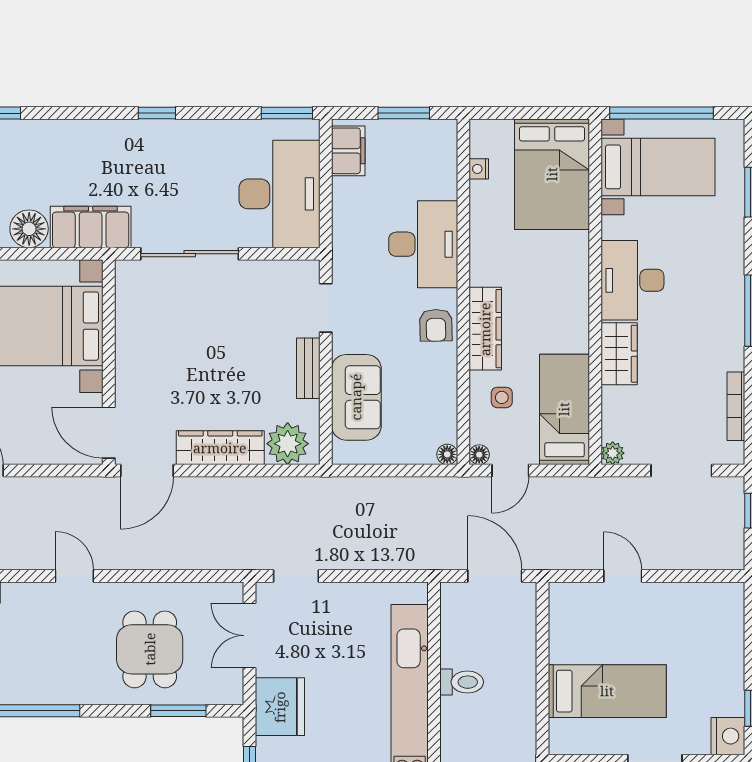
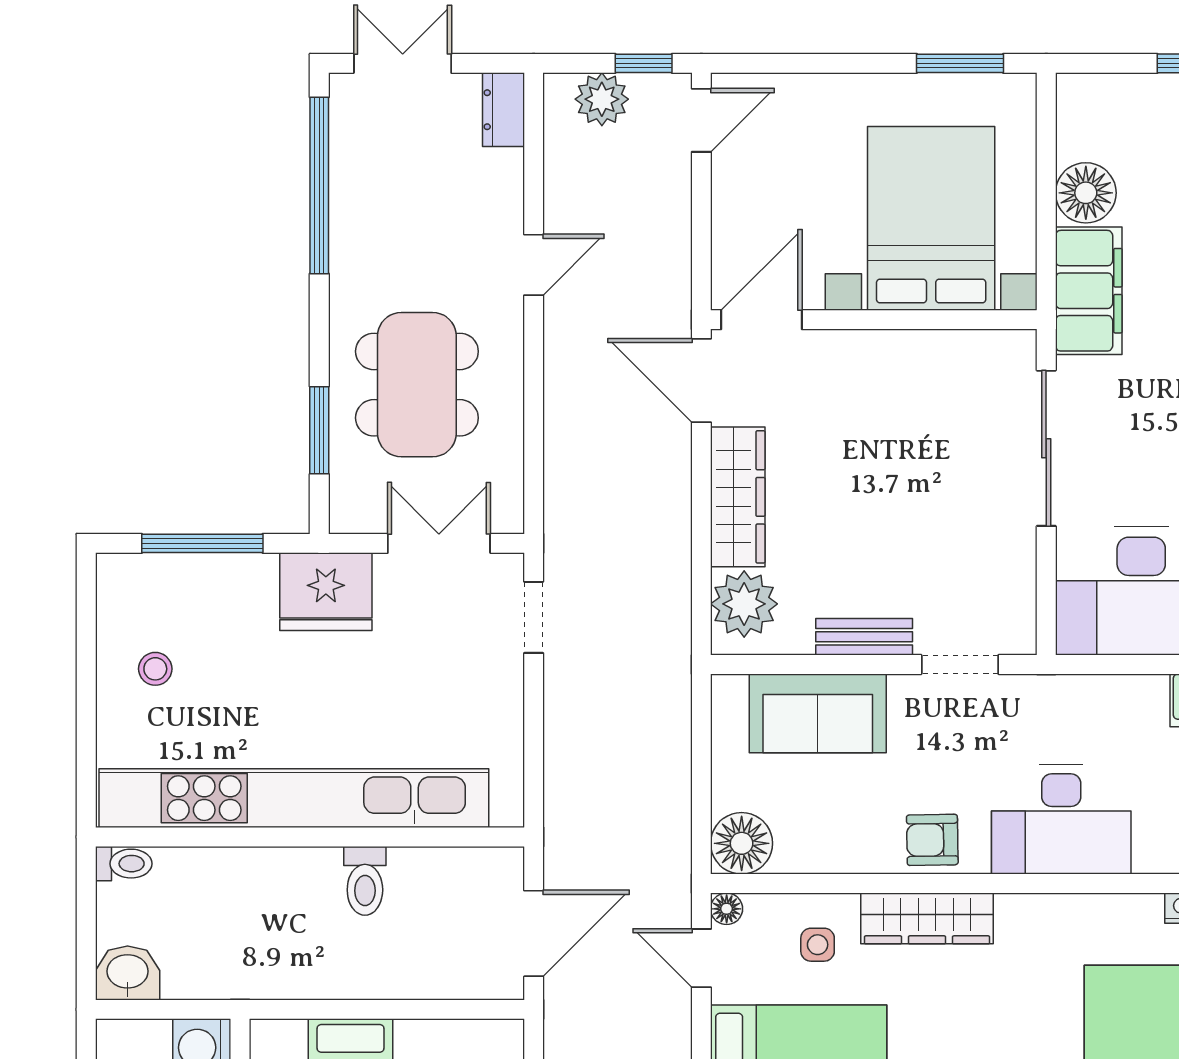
floor lamp: (447, 454) -> (742, 843), width x1.89, depth x1.89
dining table: (150, 649) -> (417, 385), width x1.38

